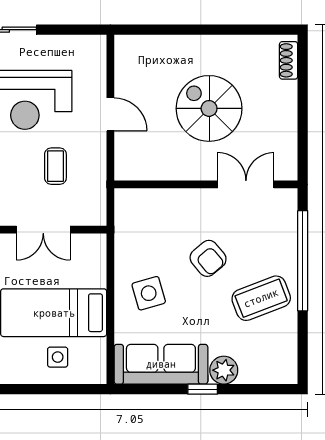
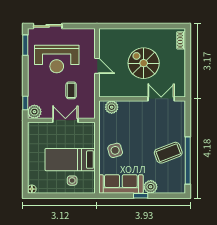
plant: (141, 202) -> (112, 107), added
double door: (43, 230) -> (65, 120), swing flipped
armchair: (208, 258) -> (143, 134), removed
window: (303, 261) -> (188, 161), moved

